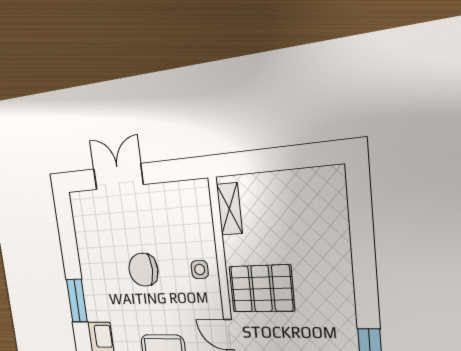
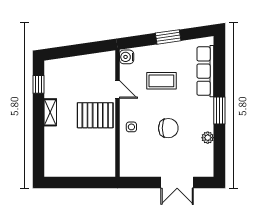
shelving: (229, 209) -> (50, 112), moved
plant: (86, 256) -> (208, 138), added

